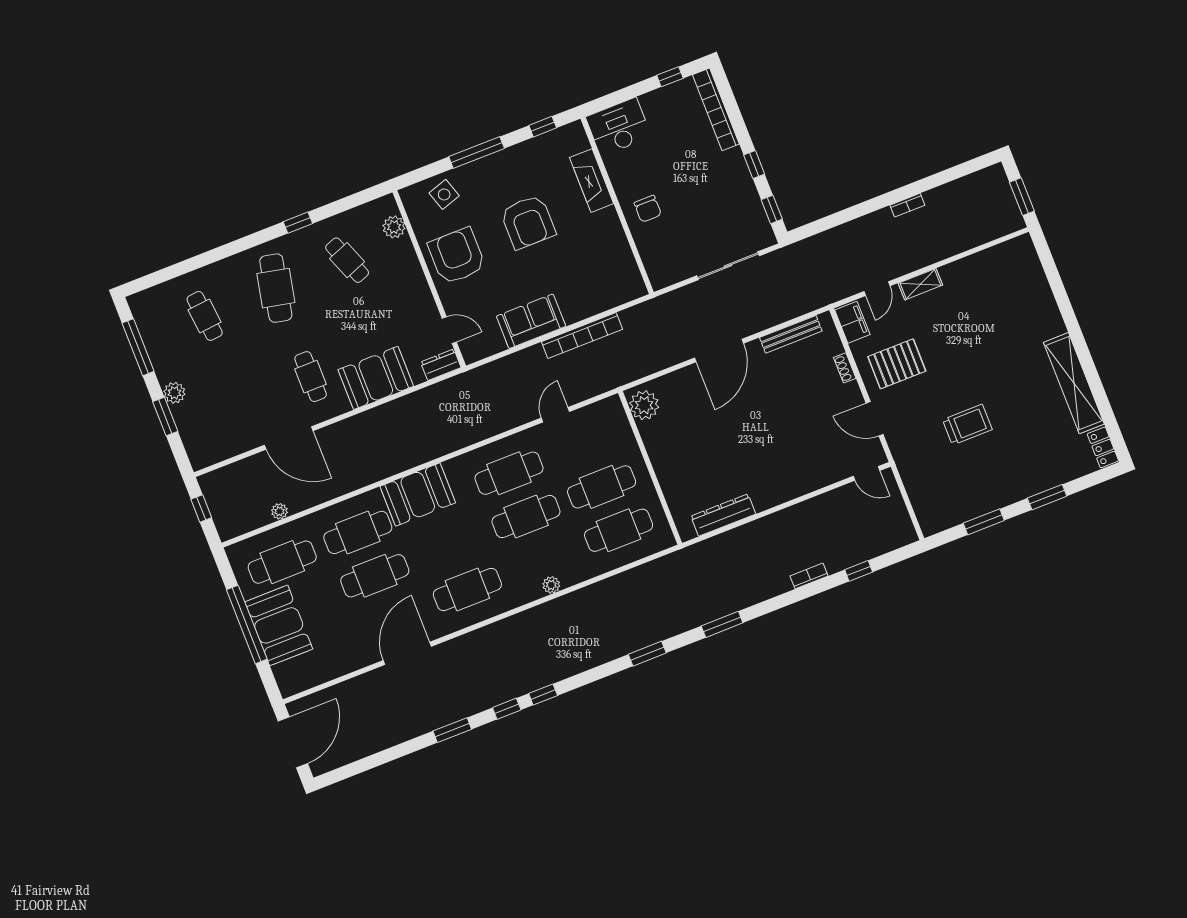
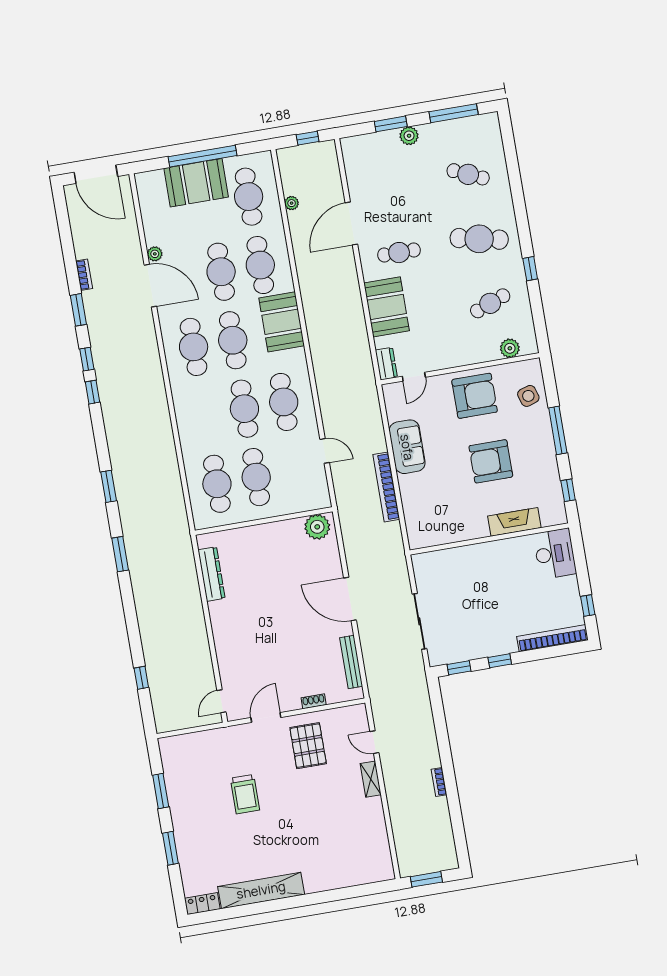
chair: (648, 209) -> (481, 564), removed
cafe table: (205, 316) -> (468, 174), turned 30
filing cabinet: (852, 322) -> (351, 716), removed
cafe table: (450, 546) -> (233, 340), added
bookcase: (809, 576) -> (84, 275), moved
plant: (551, 585) -> (155, 254), moved

